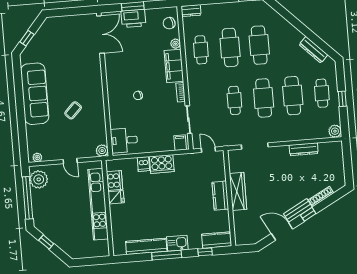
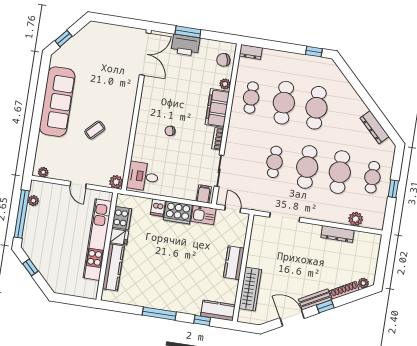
plant: (335, 131) -> (356, 219), moved
plant: (39, 179) -> (33, 201), width x0.53, depth x0.53
plant: (336, 186) -> (363, 283), added
wardrobe: (238, 191) -> (250, 289), moved
kitchen sink: (177, 243) -> (203, 215), moved, turned 180
kitchen counter: (146, 246) -> (113, 267), moved, turned 90

